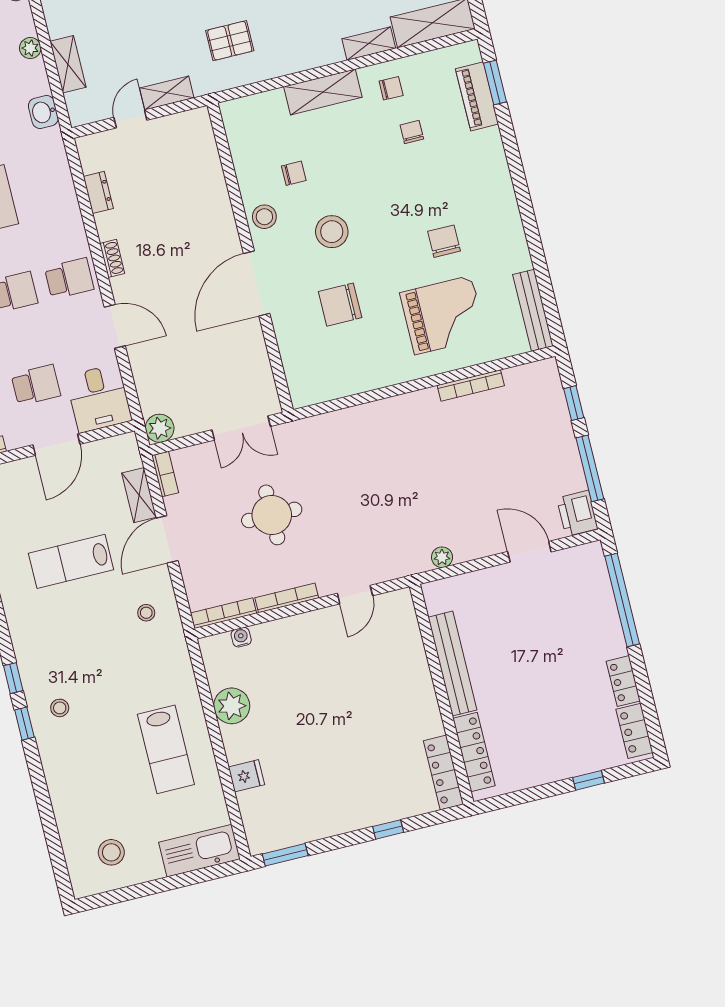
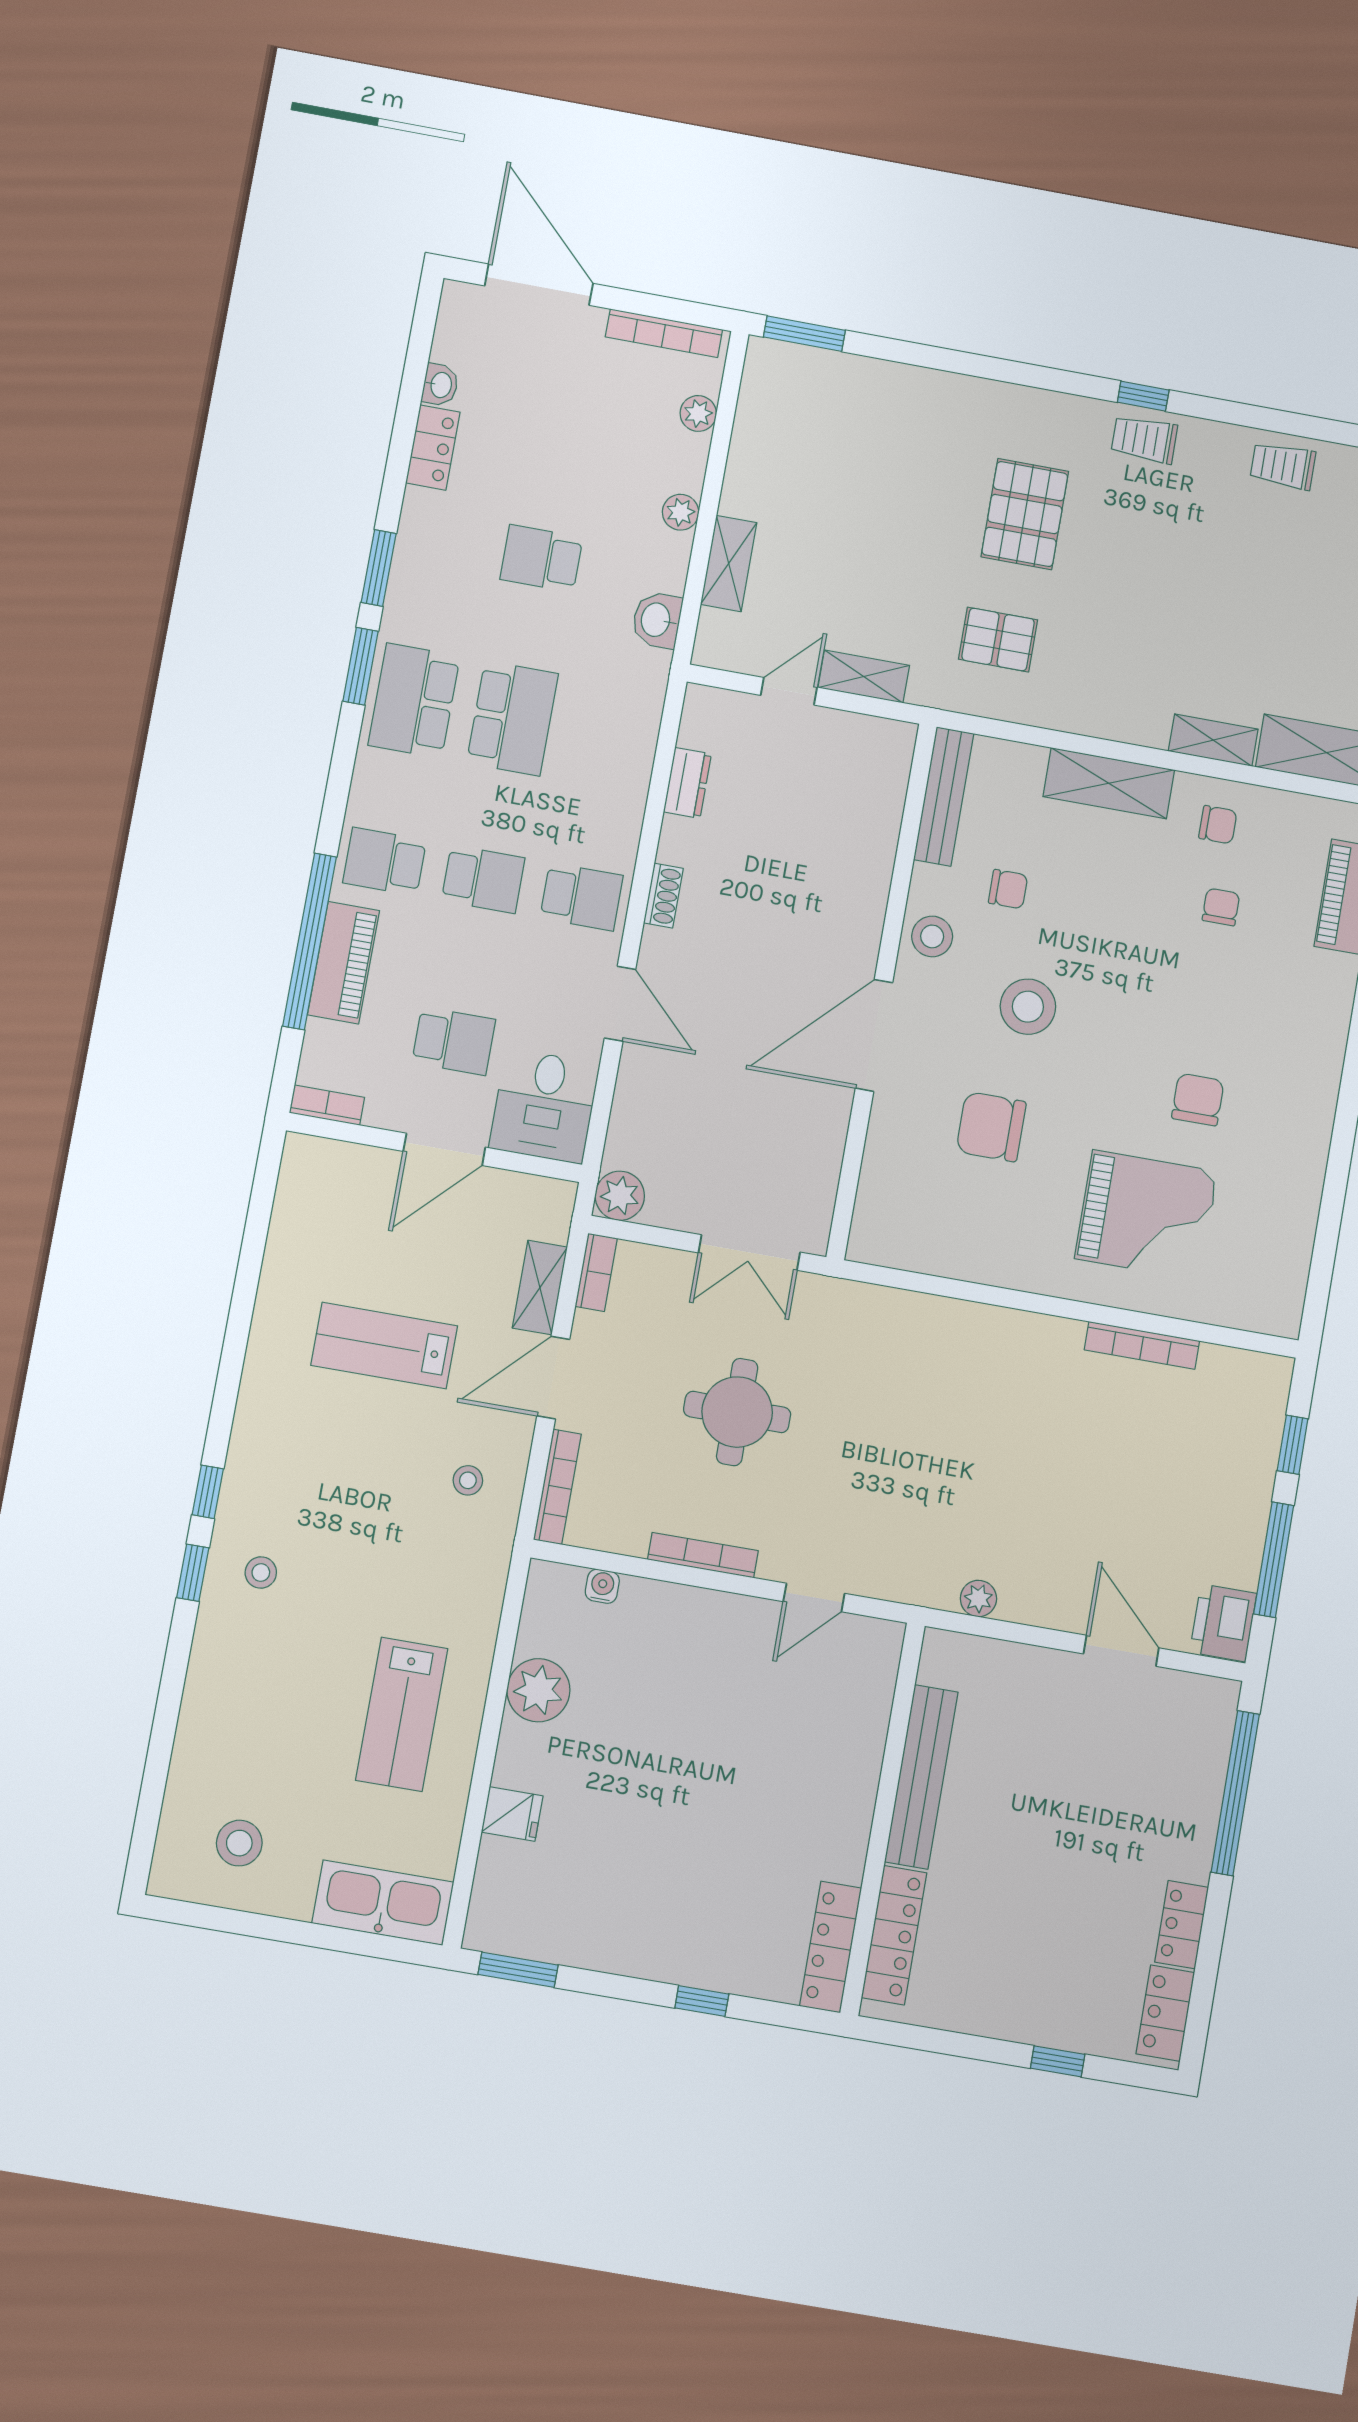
bench: (533, 310) -> (944, 796), moved
bookcase: (223, 613) -> (557, 1487), moved, turned 90

